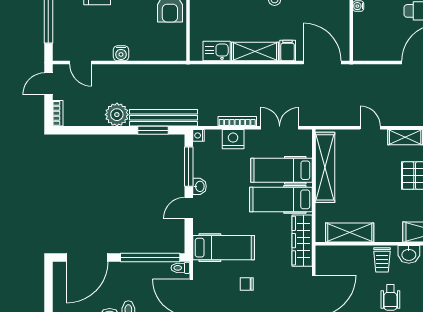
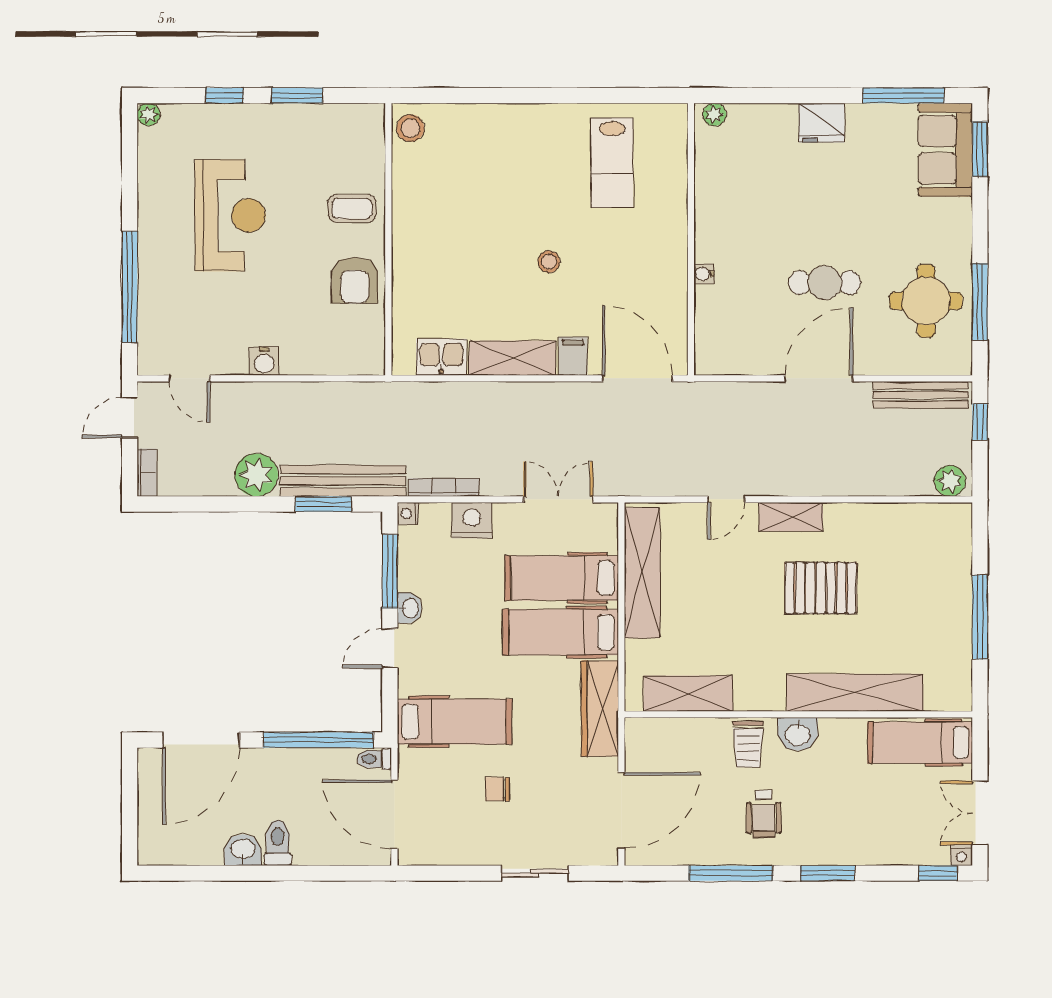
bookcase: (237, 121) -> (444, 487), moved
door: (370, 128) -> (726, 499), swing flipped

